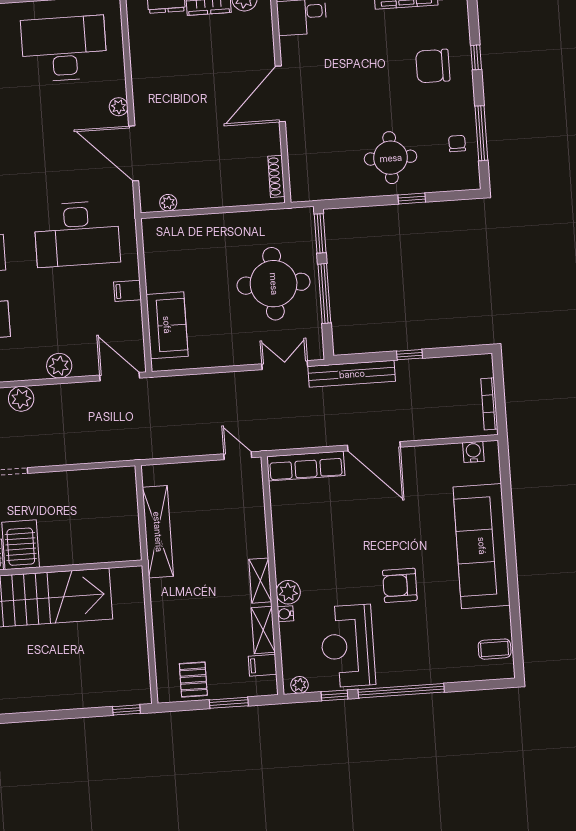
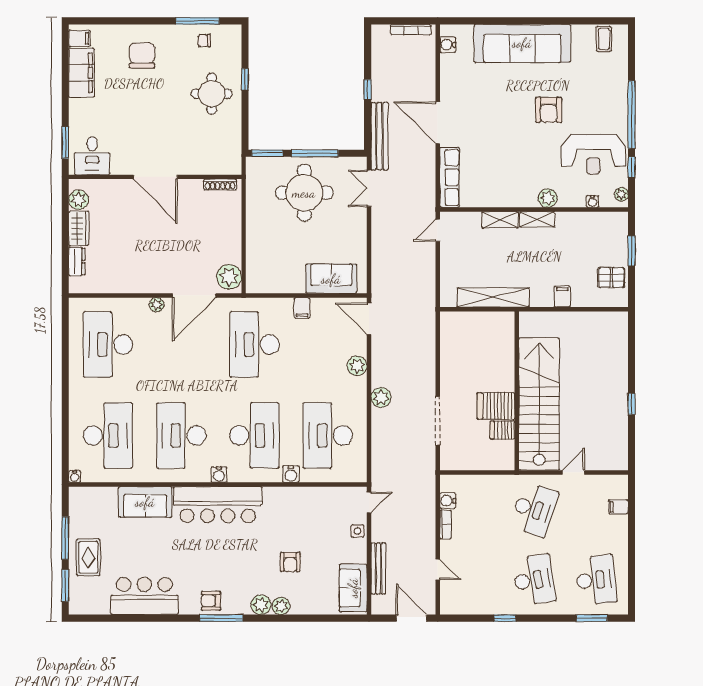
window: (476, 57) -> (137, 21), removed
chair: (433, 66) -> (142, 55), turned 180
plant: (168, 203) -> (229, 277), width x1.88, depth x1.88
desk: (77, 234) -> (254, 344), turned 180
door: (120, 377) -> (369, 319), hinge flipped
door: (374, 446) -> (438, 123), swing flipped
water cooler: (285, 614) -> (592, 201), moved
shelving: (263, 630) -> (500, 220), moved
filing cabinet: (263, 665) -> (562, 296), moved, turned 180
window: (126, 710) -> (632, 404), moved

